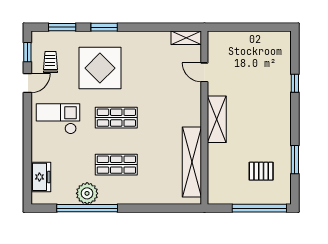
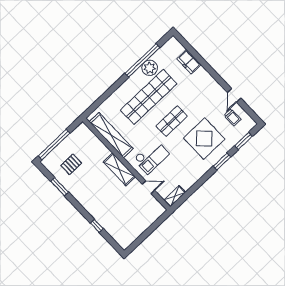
window: (27, 52) -> (249, 111), removed
checkout: (58, 119) -> (151, 157), moved
shop shelf: (116, 165) -> (149, 97), width x2.00, depth x1.36
freezer: (41, 177) -> (189, 62), moved

